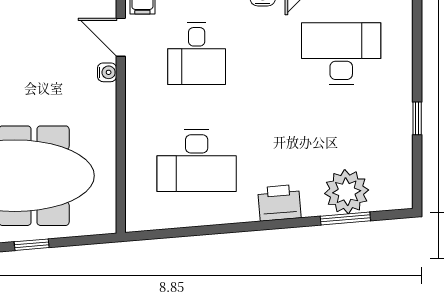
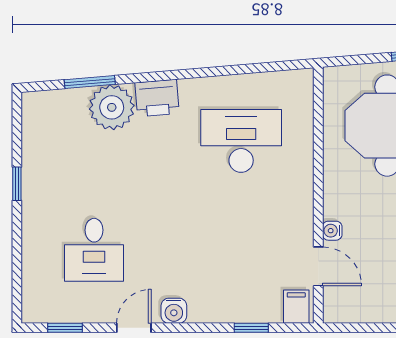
desk: (197, 54) -> (241, 250), removed
desk: (341, 54) -> (94, 250), width x0.73
plant: (347, 192) -> (112, 107), moved

